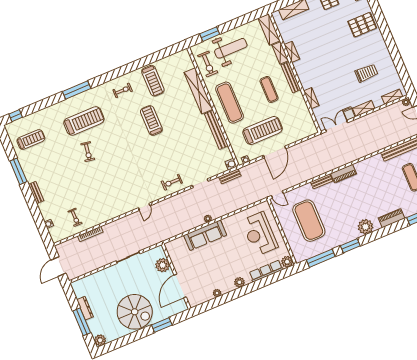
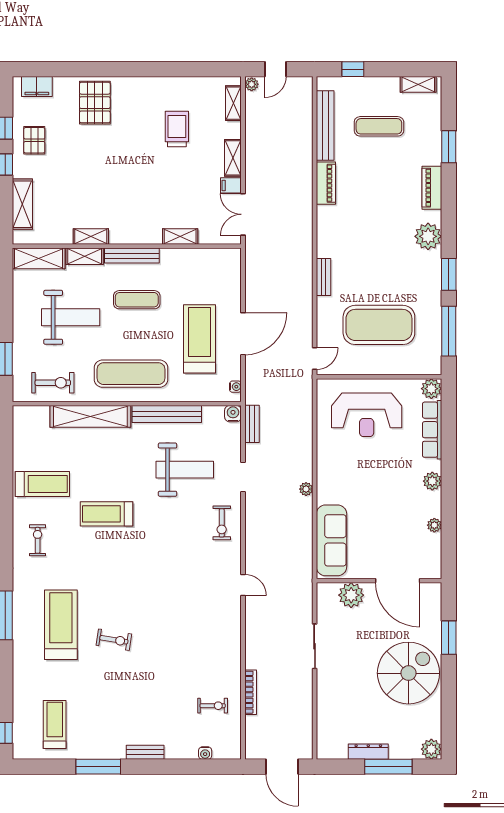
weight bench: (231, 48) -> (71, 317), moved, turned 90
weight bench: (191, 151) -> (185, 470), added
door: (275, 152) -> (243, 334), hinge flipped
piano: (343, 174) -> (326, 183), moved
sofa: (205, 235) -> (331, 540), moved

